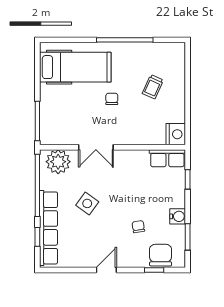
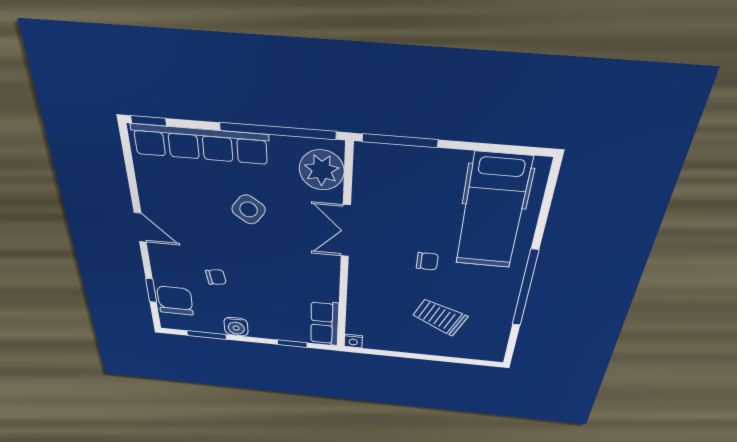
trolley: (153, 87) -> (440, 317), width x1.36, depth x1.39
nightstand: (176, 134) -> (353, 341), width x0.53, depth x0.56
window: (37, 237) -> (149, 121), moved
chair: (161, 255) -> (175, 301), turned -90

